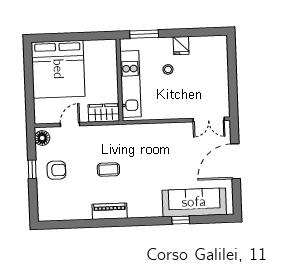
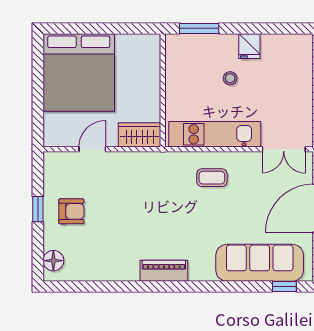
kitchen unit: (130, 84) -> (215, 134), moved, turned -90
floor lamp: (42, 138) -> (53, 261), moved
coffee table: (108, 170) -> (212, 178), moved
piano: (110, 211) -> (164, 271), moved
window: (181, 220) -> (284, 287), moved

